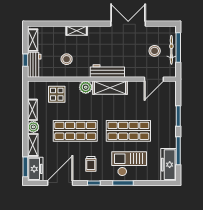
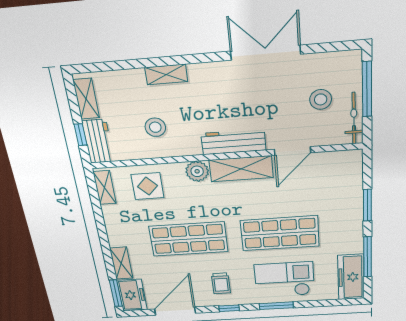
bicycle: (171, 50) -> (354, 118), moved
door: (154, 79) -> (292, 151), moved
shelving: (32, 110) -> (105, 188), moved
plant: (33, 127) -> (117, 238), removed

